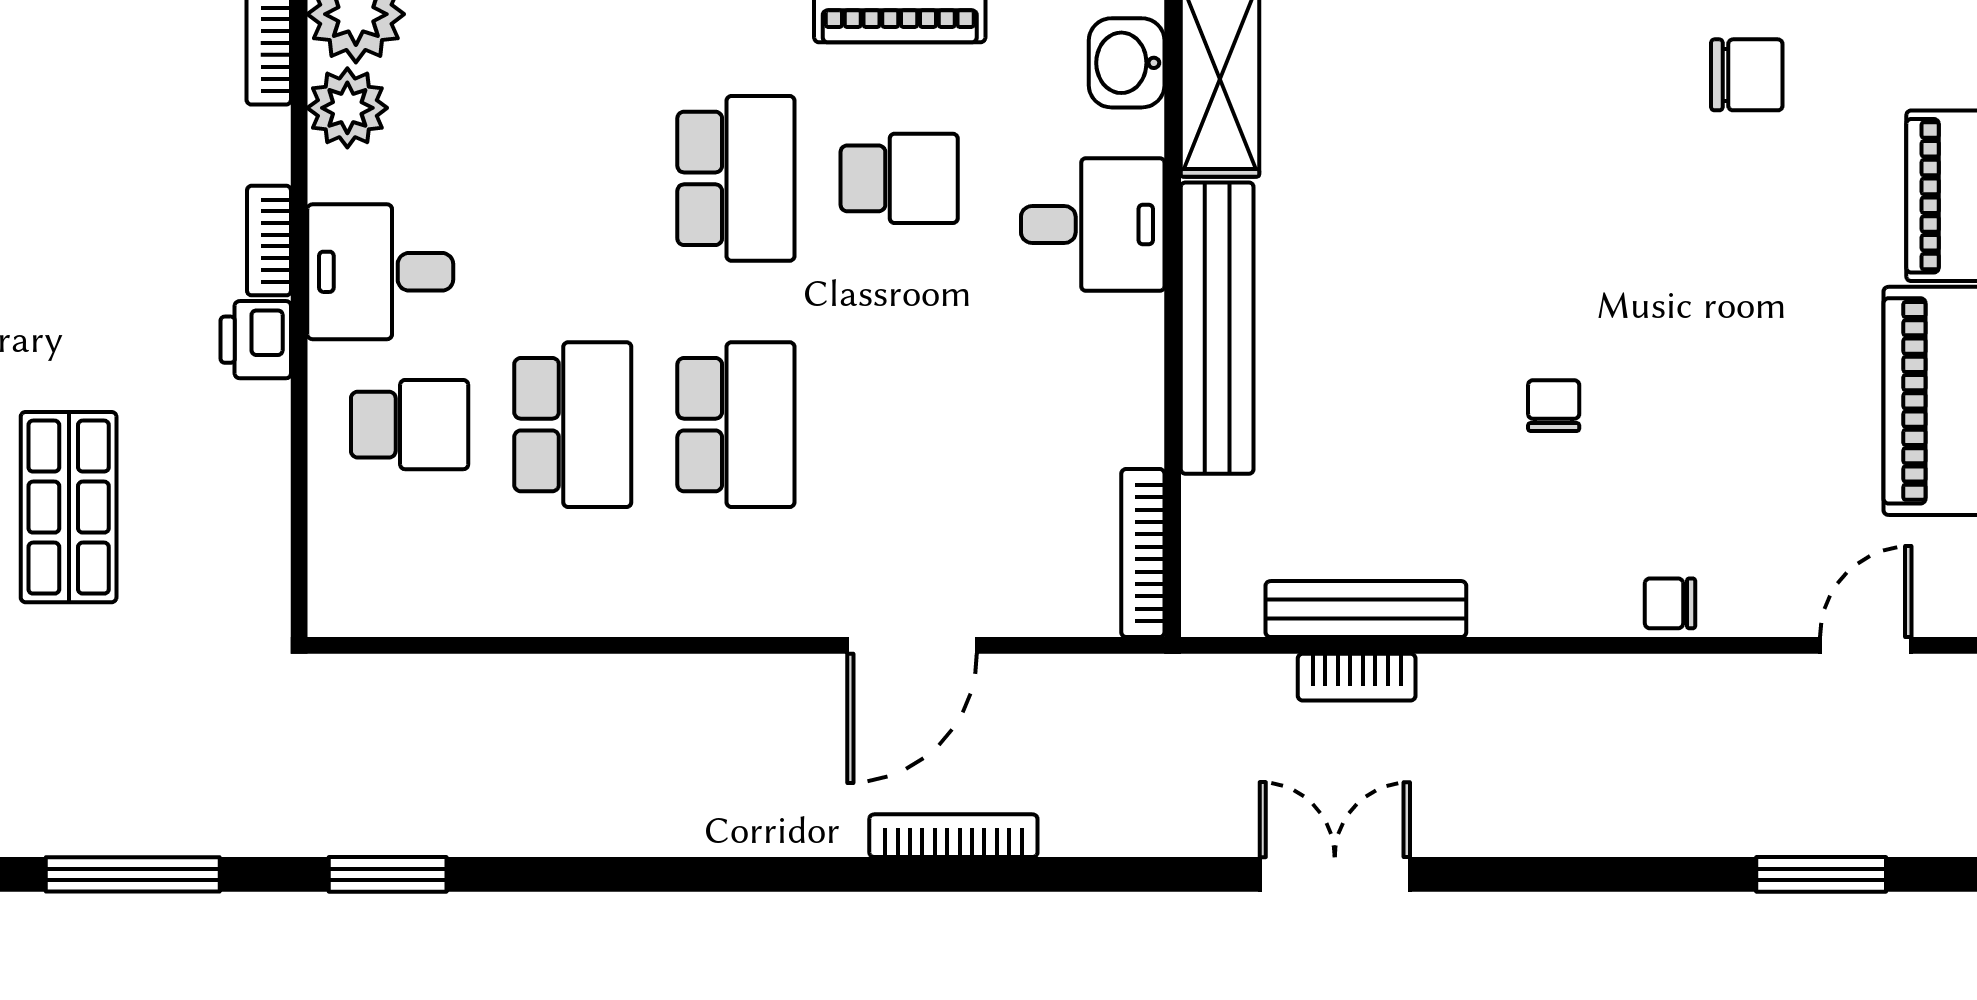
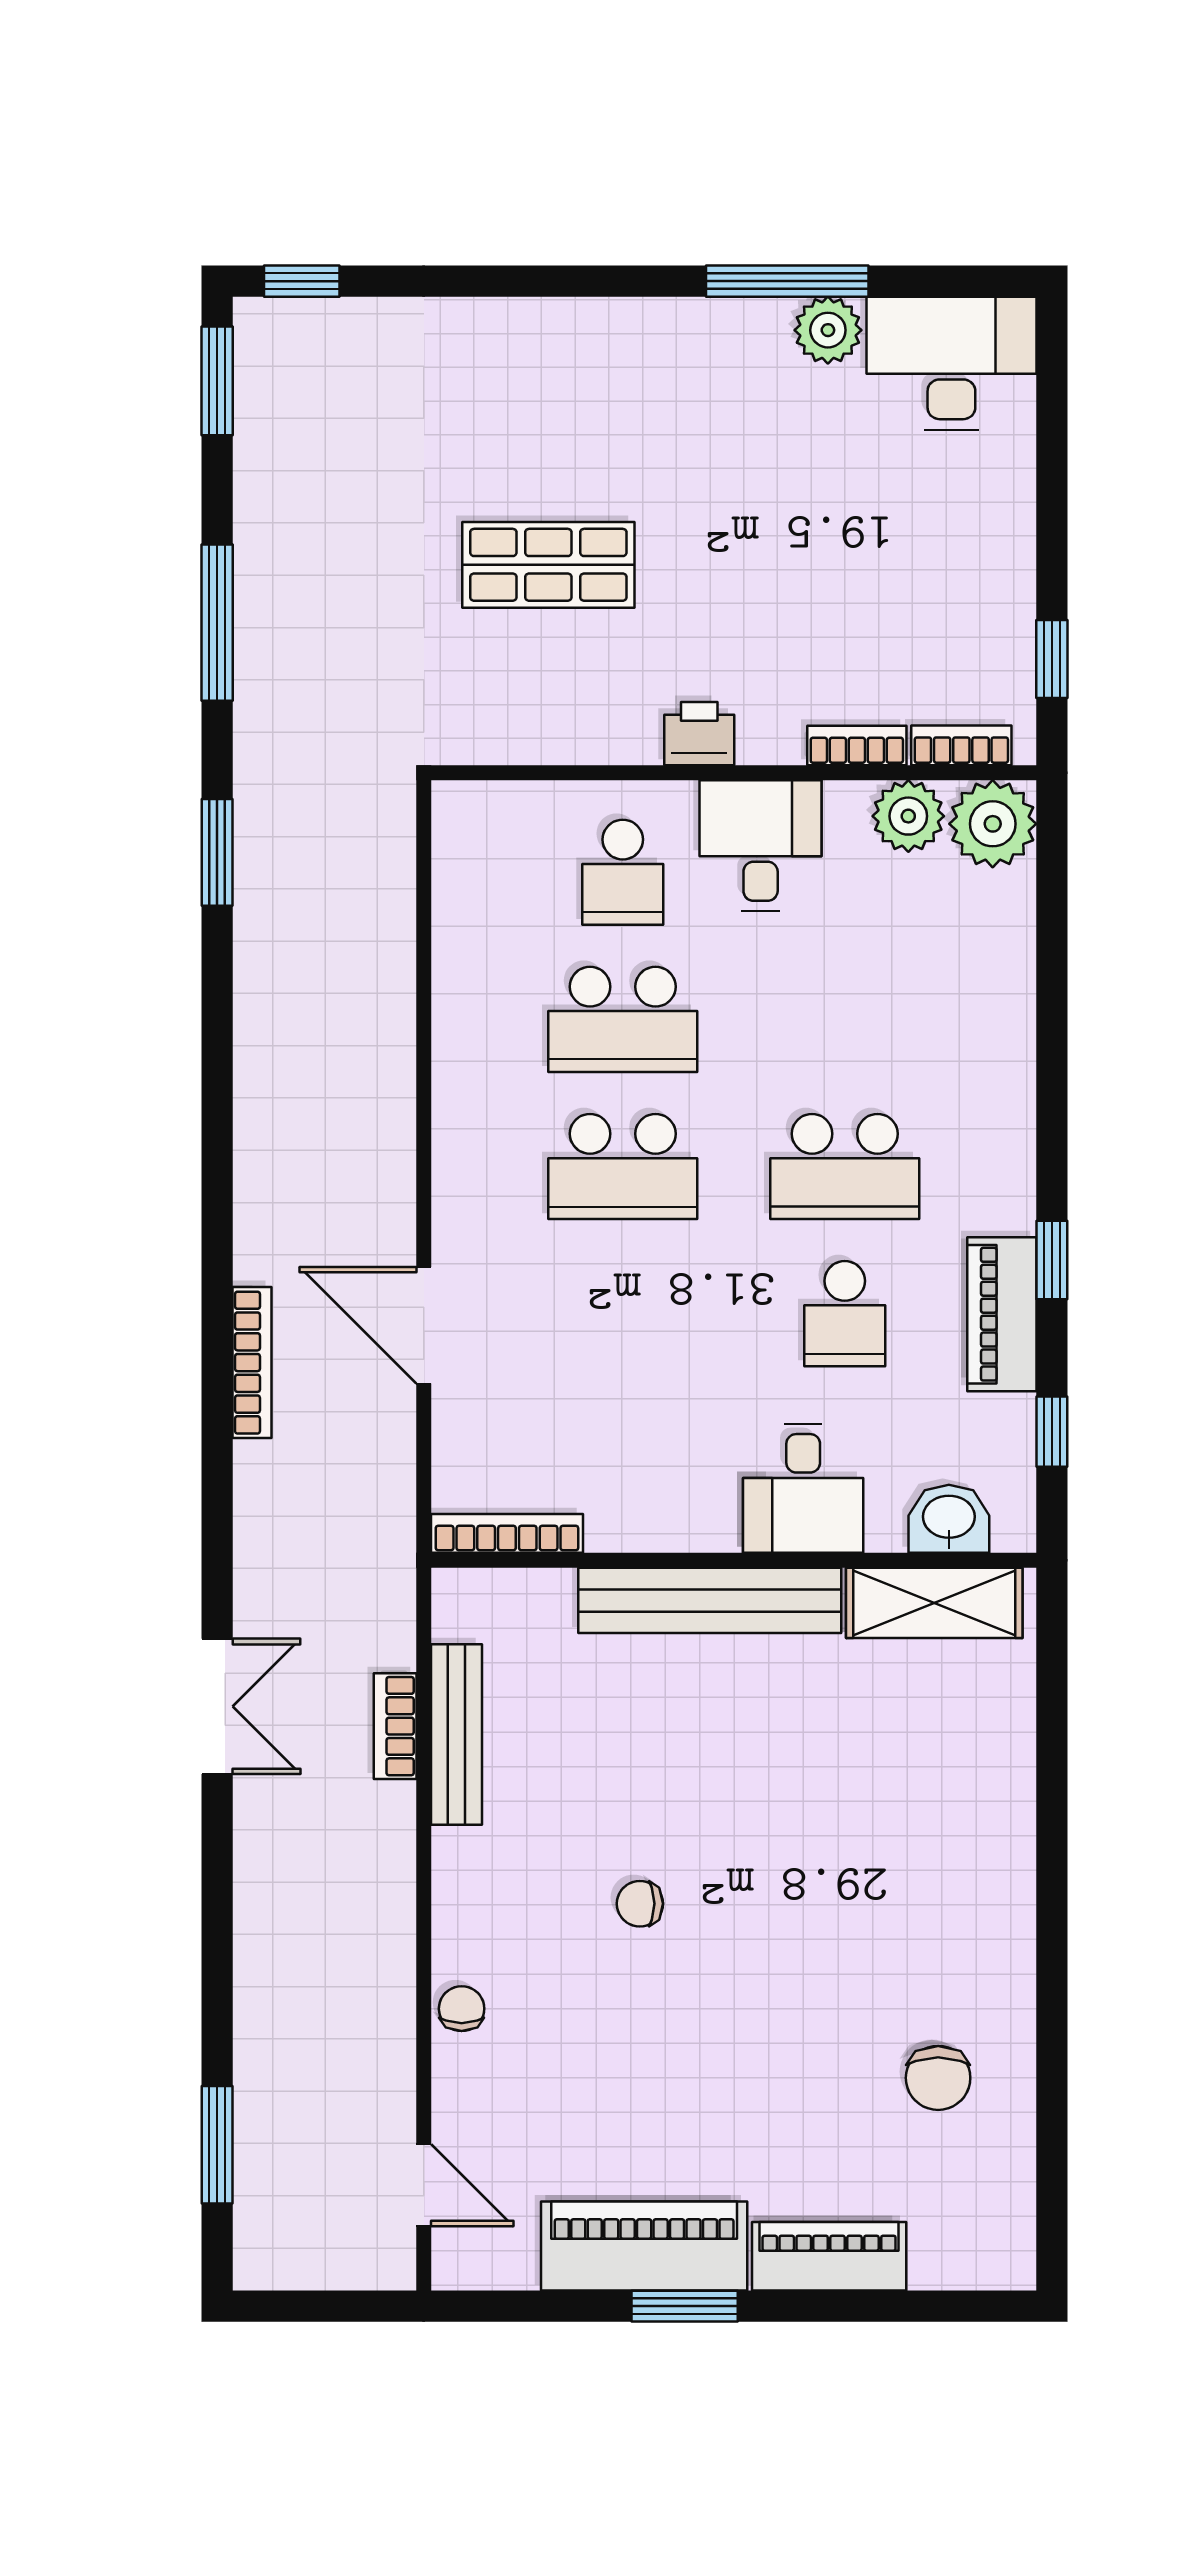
bookcase: (269, 241) -> (857, 745), moved
chair: (1554, 406) -> (640, 1904), turned 180

